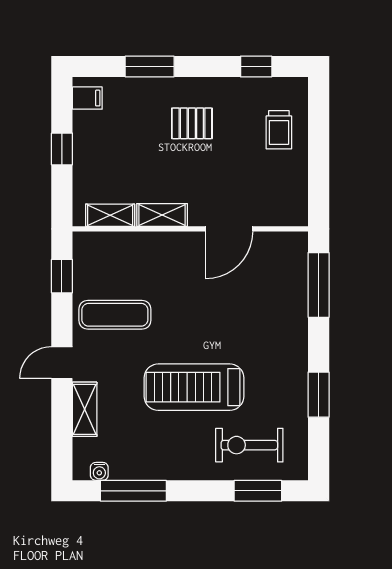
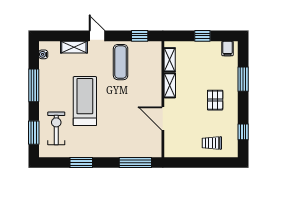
window: (133, 491) -> (34, 85), moved

